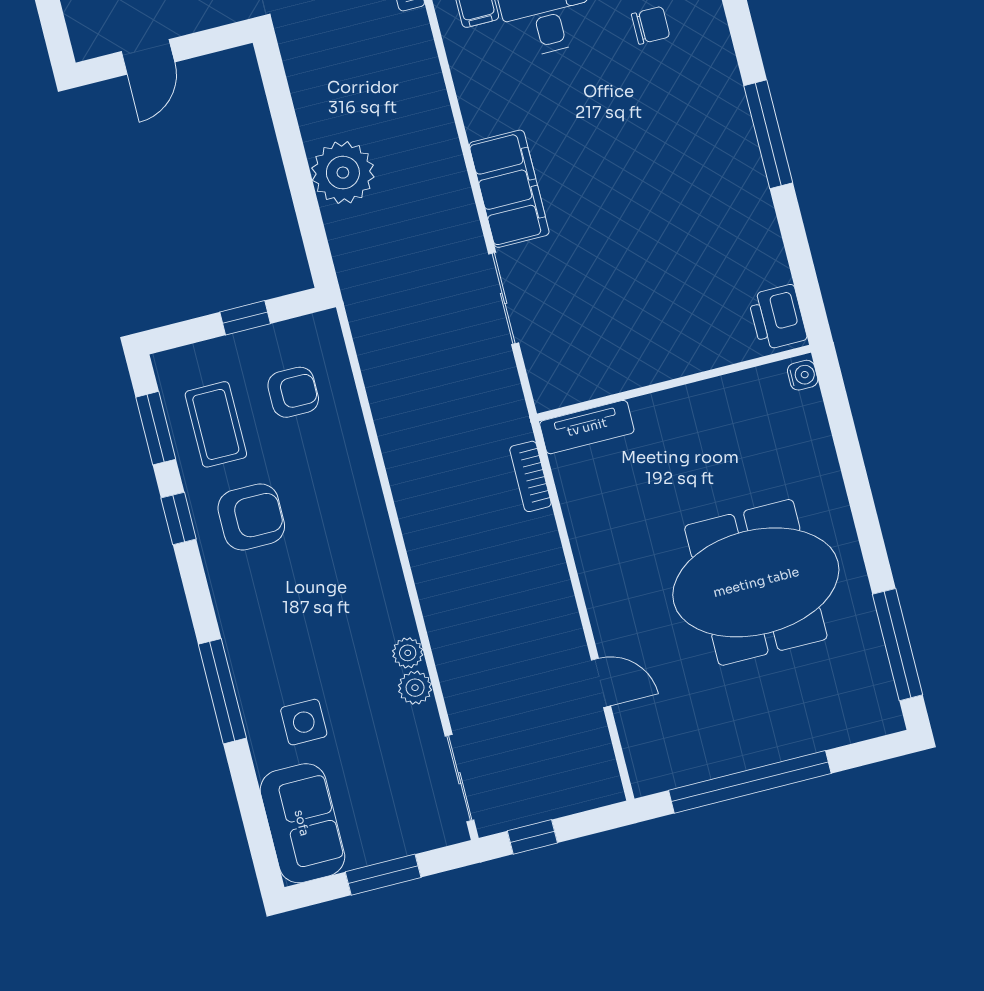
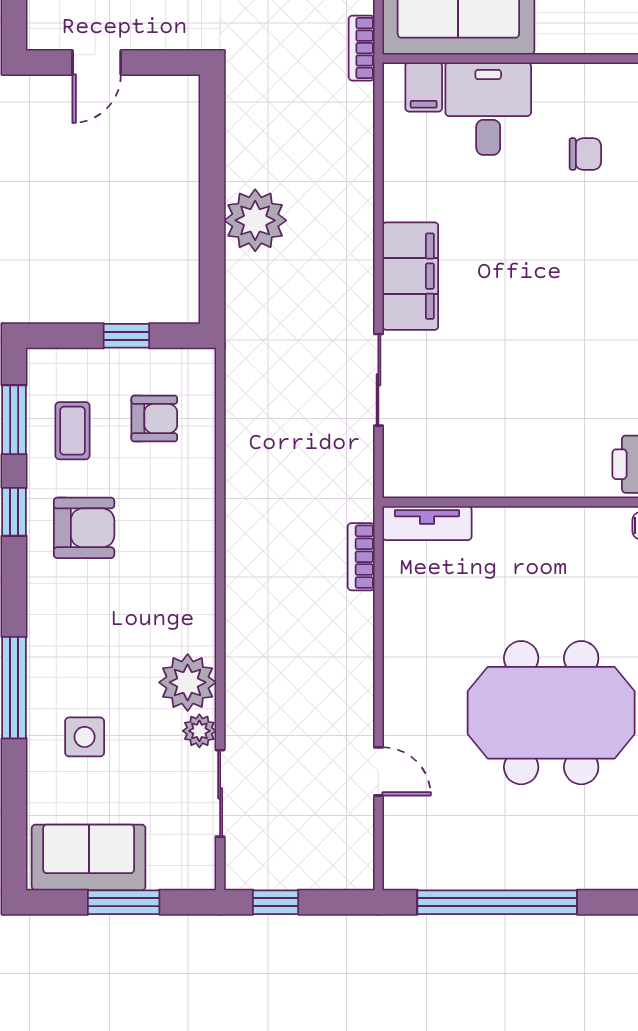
coffee table: (216, 424) -> (73, 431), width x0.73, depth x0.77
plant: (408, 653) -> (188, 682), width x1.88, depth x1.88
sliding door: (459, 778) -> (220, 793), moved
sofa: (302, 823) -> (89, 857), moved, turned -90

